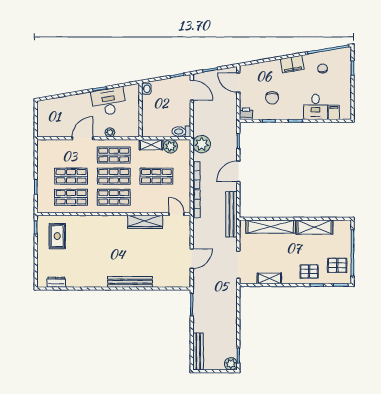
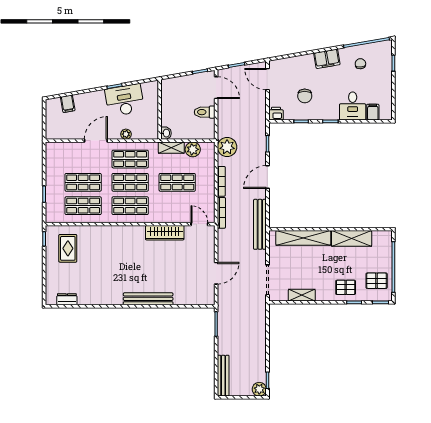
washbasin: (146, 89) -> (166, 133), moved
filing cabinet: (57, 105) -> (68, 104), added
toilet: (181, 132) -> (205, 112), moved

